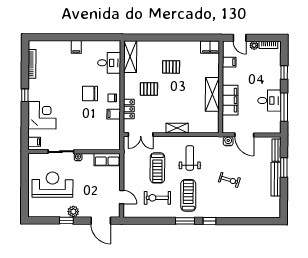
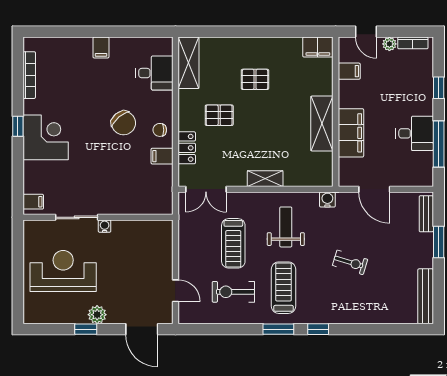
chair: (90, 94) -> (124, 123), turned -130
corner desk: (42, 115) -> (46, 137), moved
water cooler: (228, 141) -> (327, 200), moved
row of seats: (107, 160) -> (152, 230), removed
bench: (276, 179) -> (426, 296), moved

